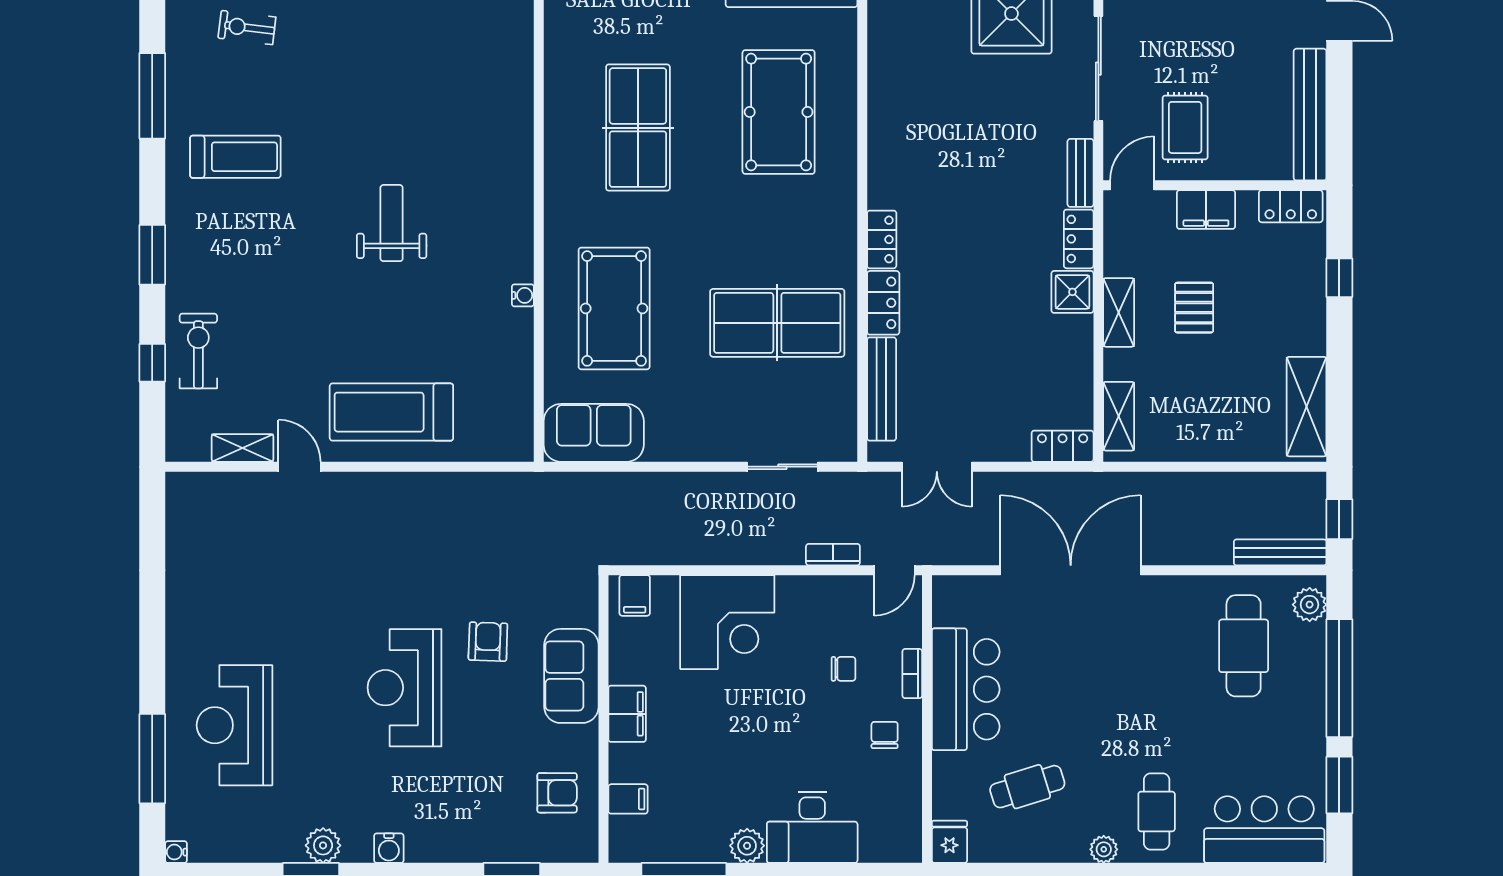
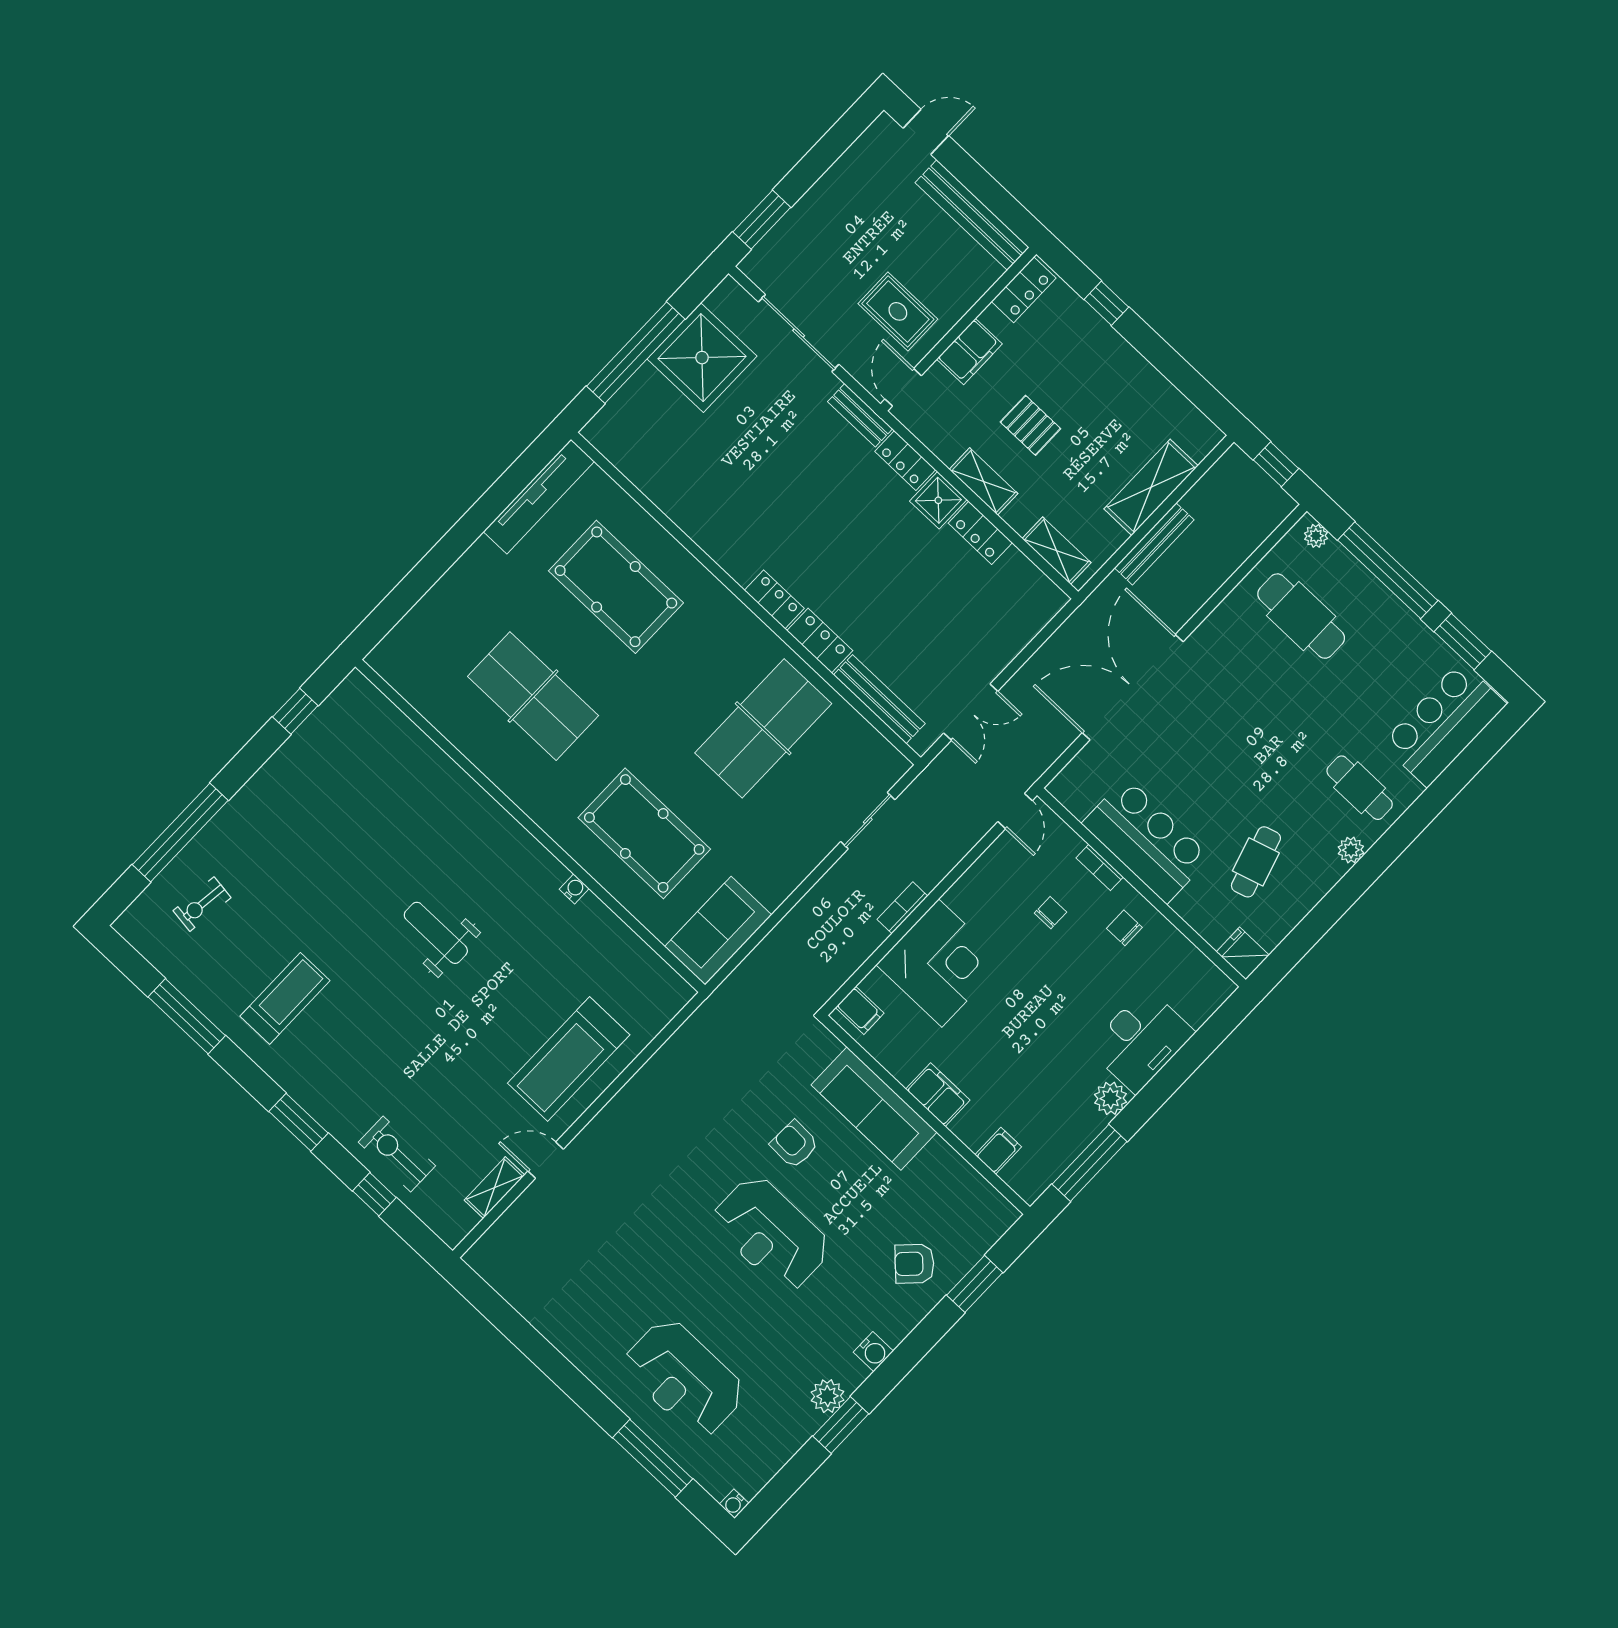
shelving: (1307, 407) -> (1151, 487), moved, turned 90
locker: (1063, 446) -> (980, 533), moved, turned -90
bench: (1280, 552) -> (1154, 544), moved
bookcase: (833, 555) -> (902, 908), moved
plant: (1310, 605) -> (1316, 536), width x0.73, depth x0.73
sofa: (571, 676) -> (874, 1109), width x1.36
armchair: (557, 793) -> (914, 1264), moved, turned -135

